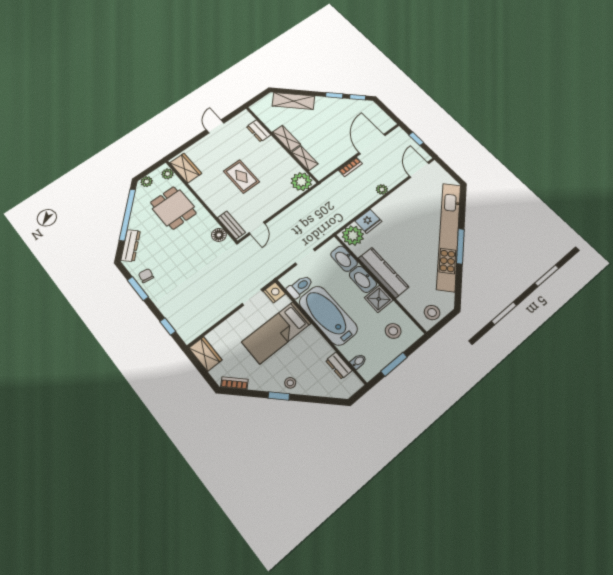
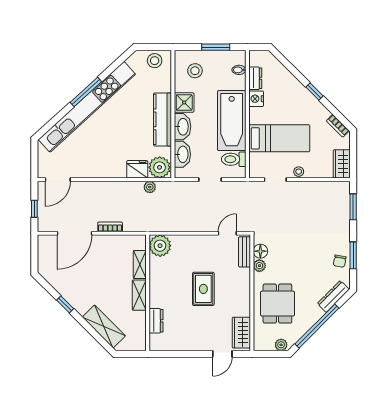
window: (358, 97) -> (47, 287), removed
door: (215, 126) -> (222, 354), moved
plant: (168, 174) -> (259, 266), moved
plant: (382, 190) -> (150, 187), moved
nightstand: (274, 292) -> (256, 99), moved
window: (168, 326) -> (353, 207), width x1.50
stool: (290, 383) -> (299, 172), moved

